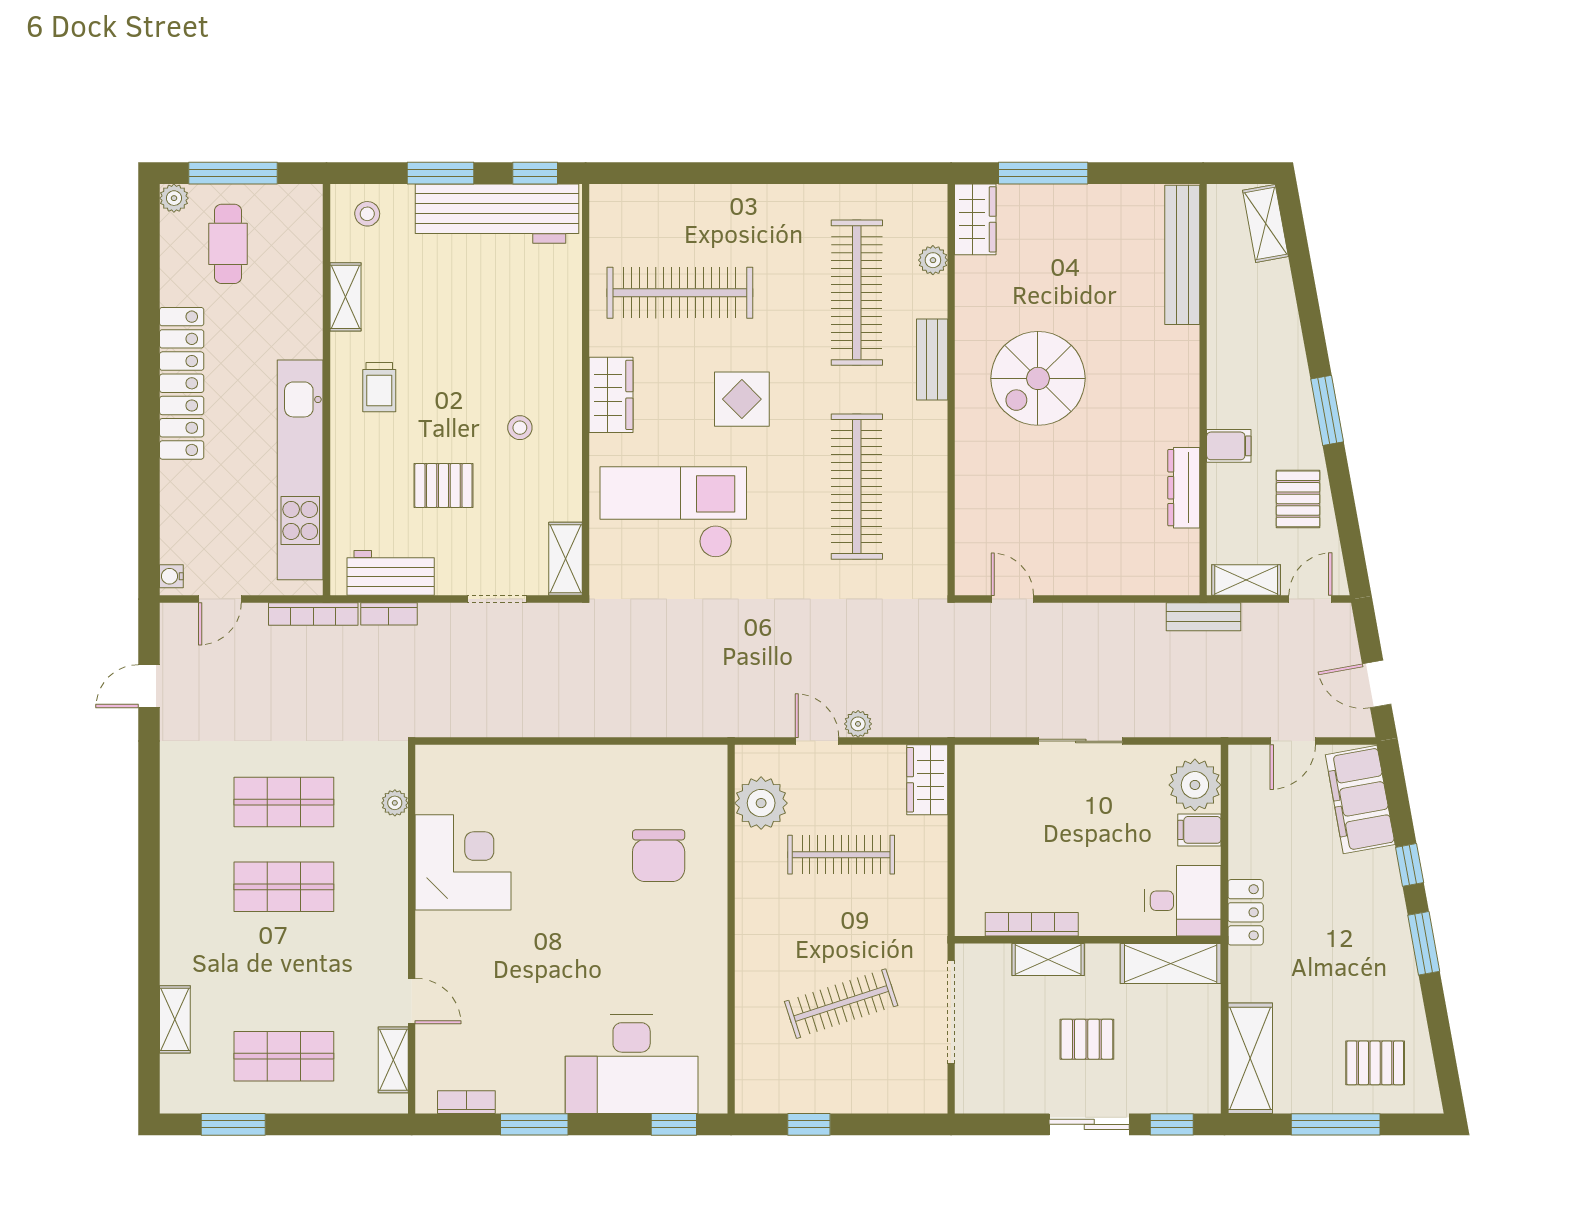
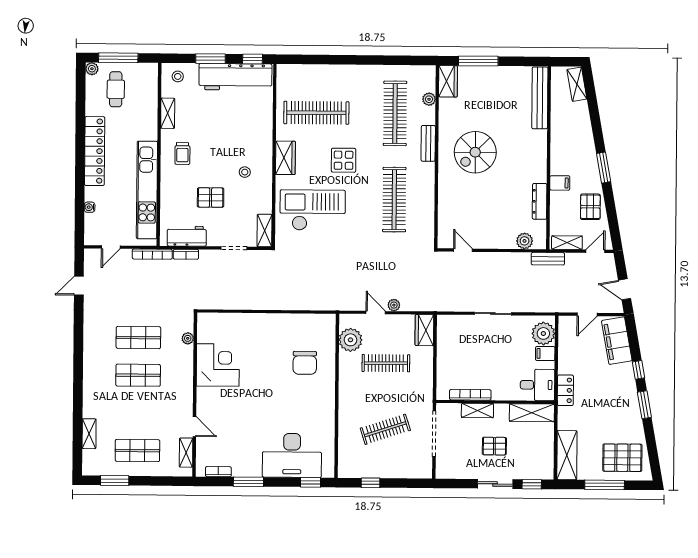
water cooler: (171, 576) -> (90, 207), moved
plant: (1151, 577) -> (525, 241), added
pallet: (1375, 1063) -> (622, 458), width x1.50, depth x1.42

